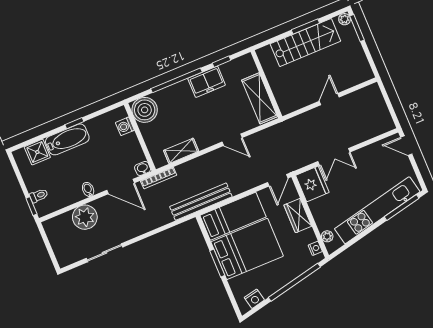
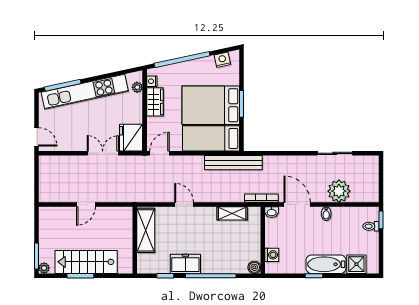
boiler: (145, 110) -> (254, 267), width x0.54, depth x0.54
wardrobe: (298, 216) -> (155, 102), moved

